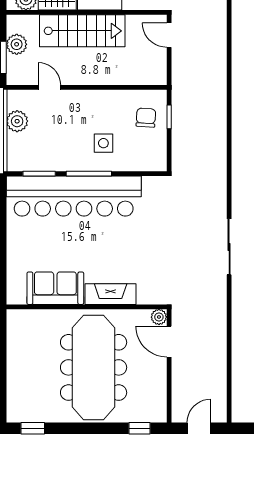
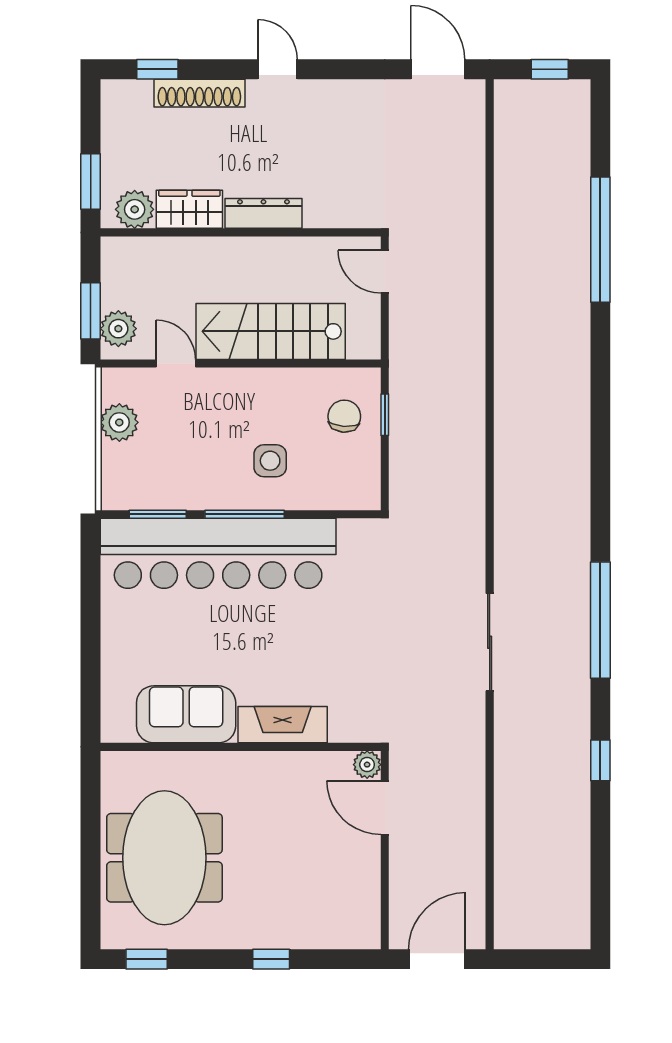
stairs: (82, 31) -> (271, 331), moved, turned 180
plant: (17, 44) -> (118, 329), moved
meeting table: (94, 367) -> (164, 858), moved, width x0.73
window: (139, 428) -> (271, 959), moved
door: (199, 428) -> (437, 959), width x1.38

